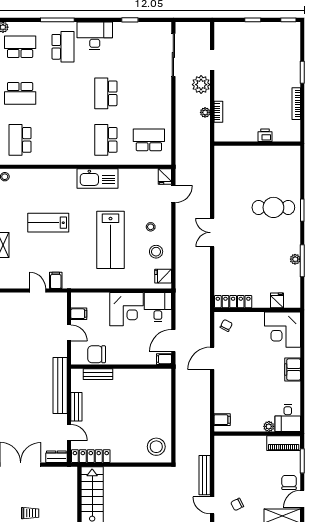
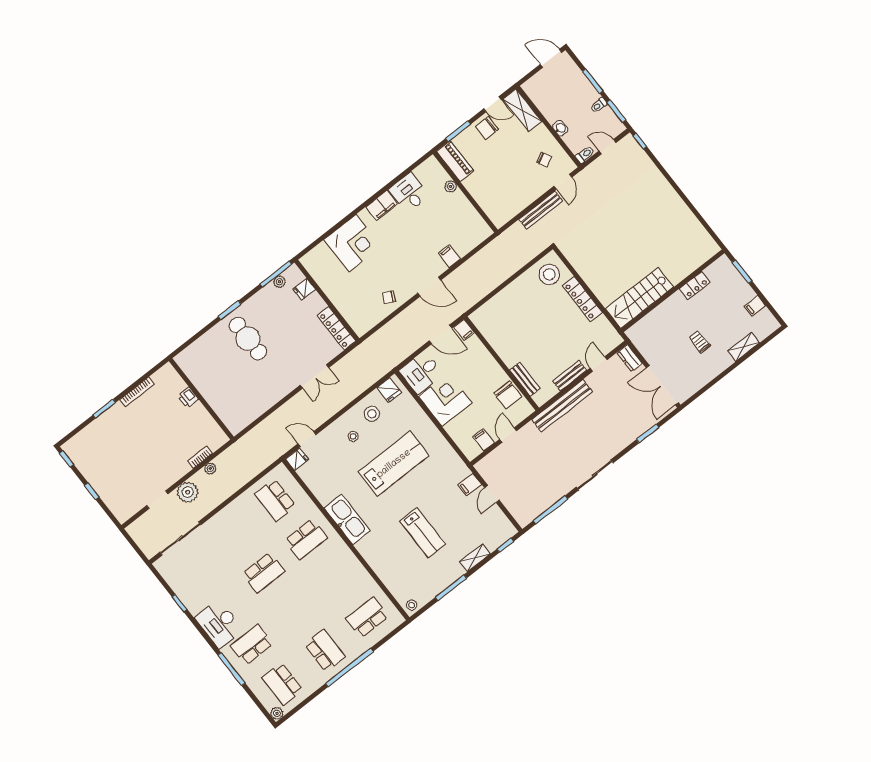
school desk: (20, 140) -> (367, 617), turned 180
fridge: (277, 300) -> (304, 289), moved
locker: (233, 302) -> (337, 328), moved
wall: (257, 310) -> (327, 300), moved
desk: (288, 418) -> (409, 193), moved, turned -90
filing cabinet: (222, 420) -> (449, 256), moved
locker: (91, 456) -> (582, 299), moved

